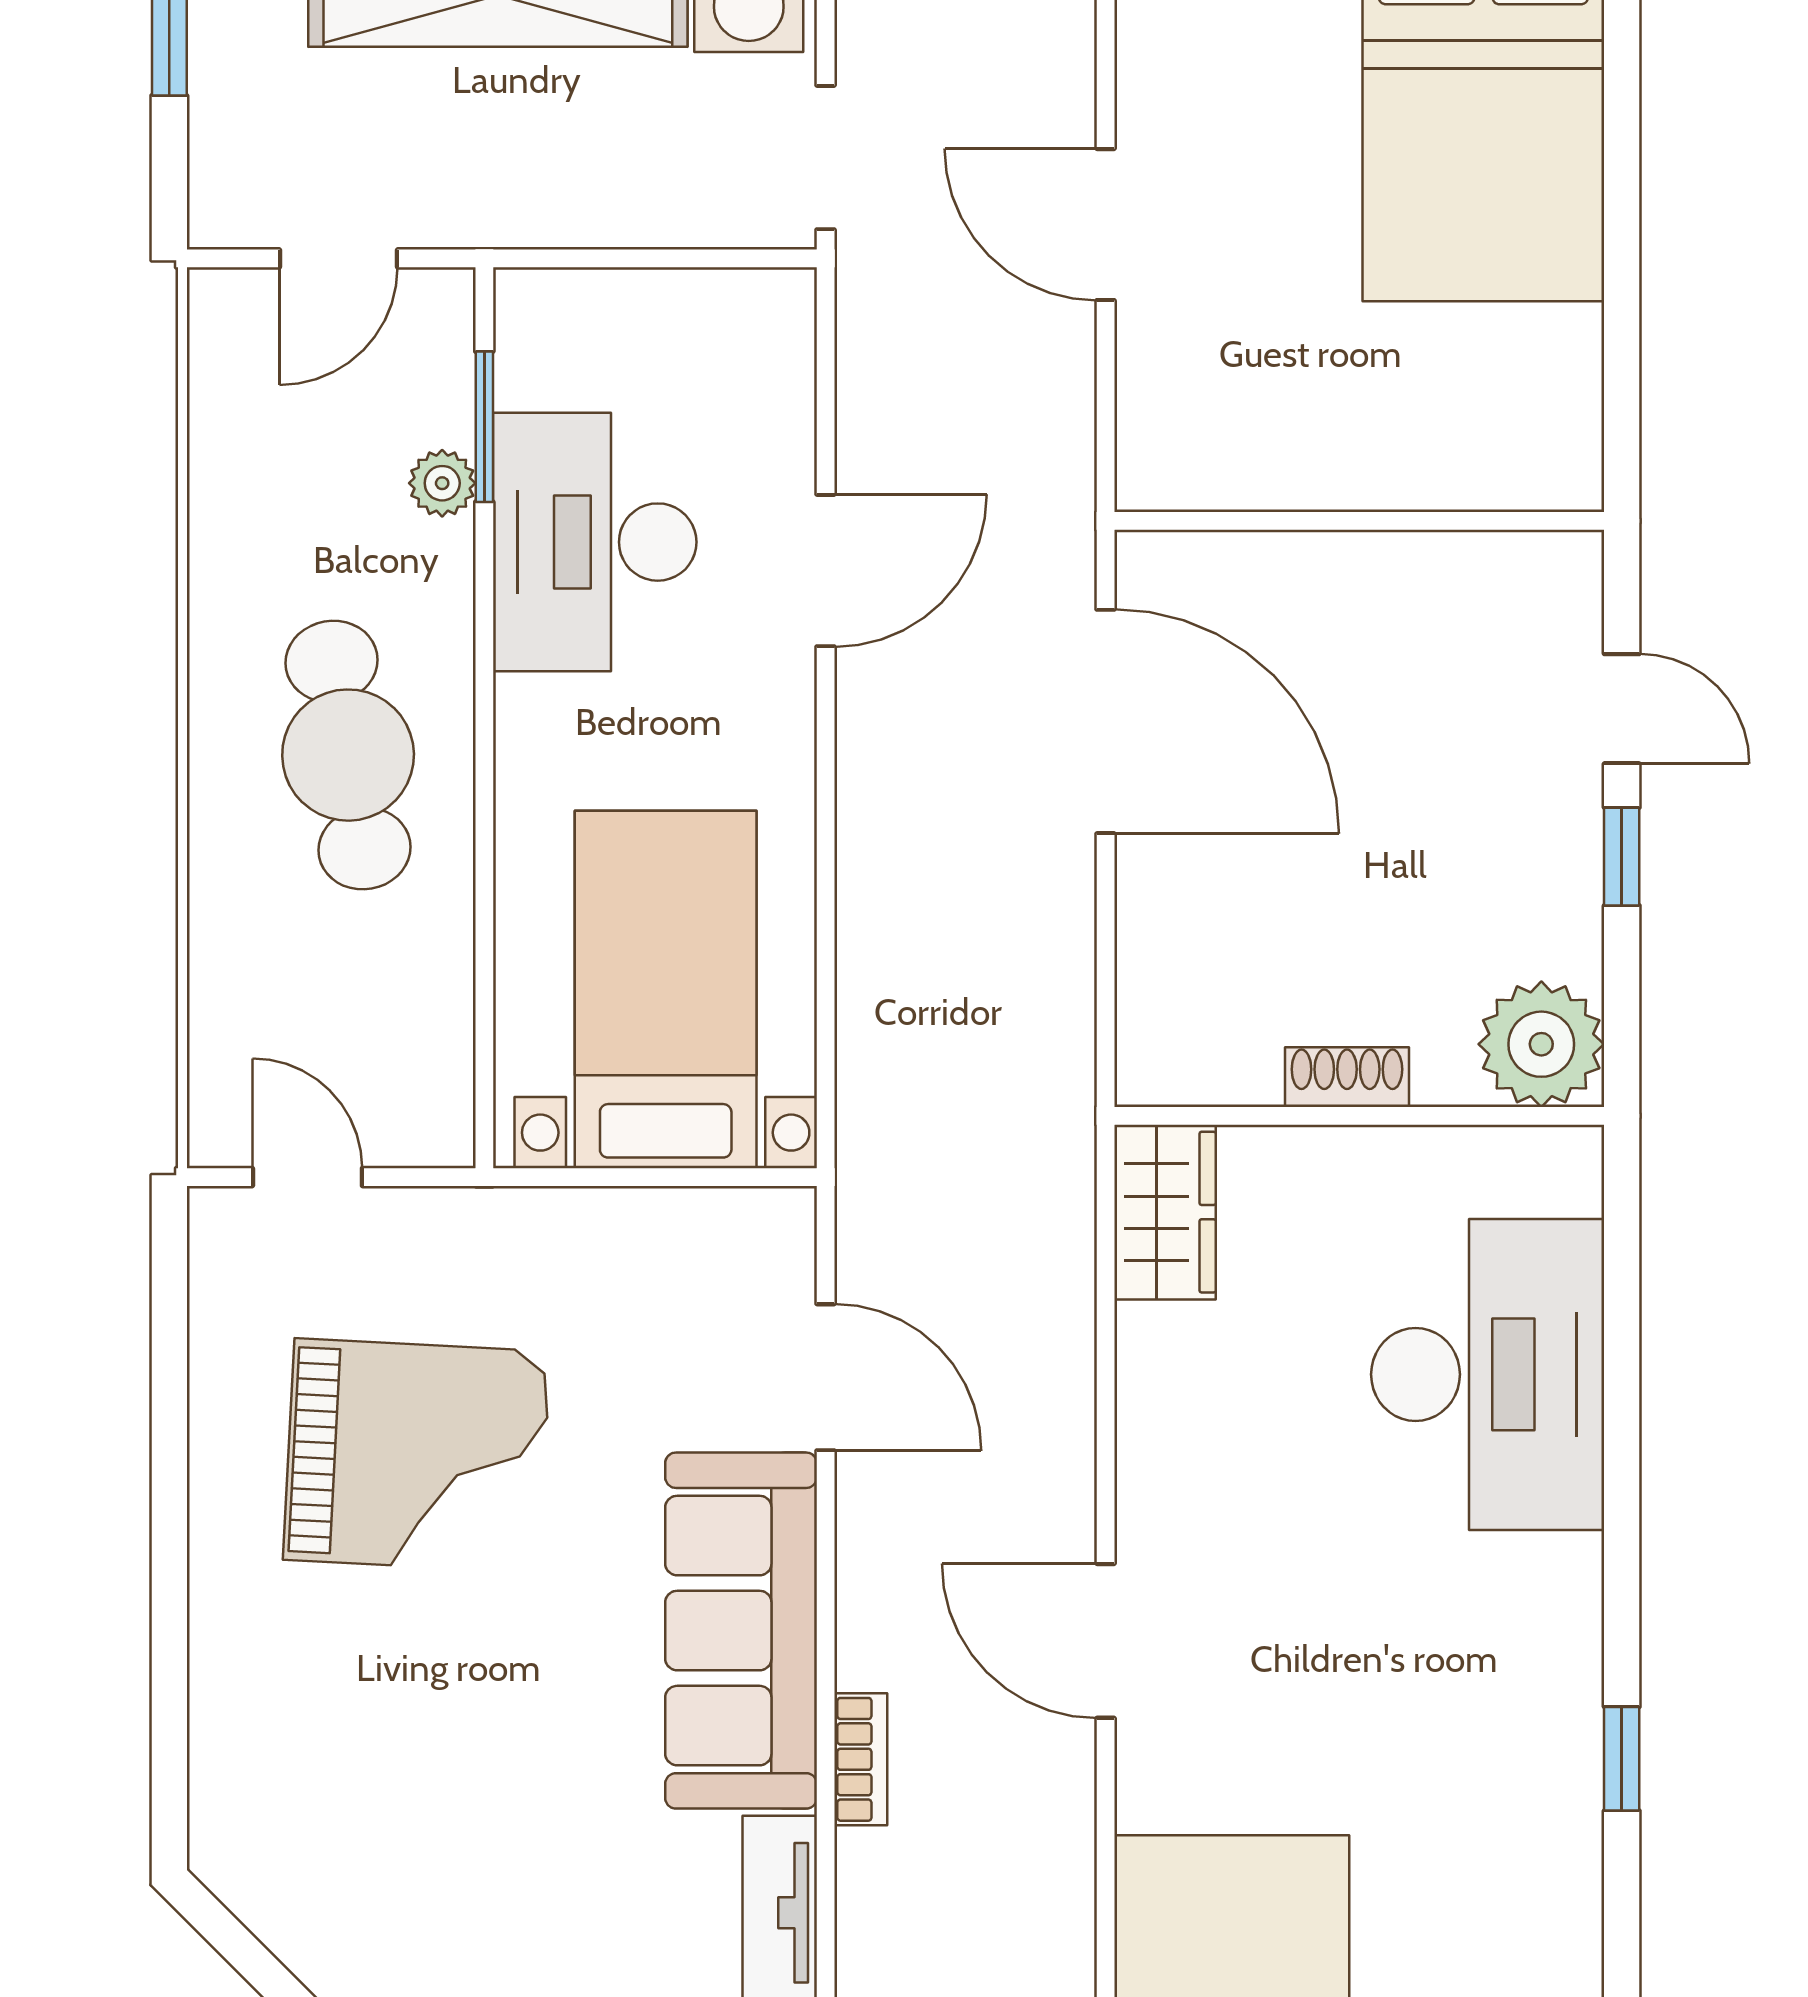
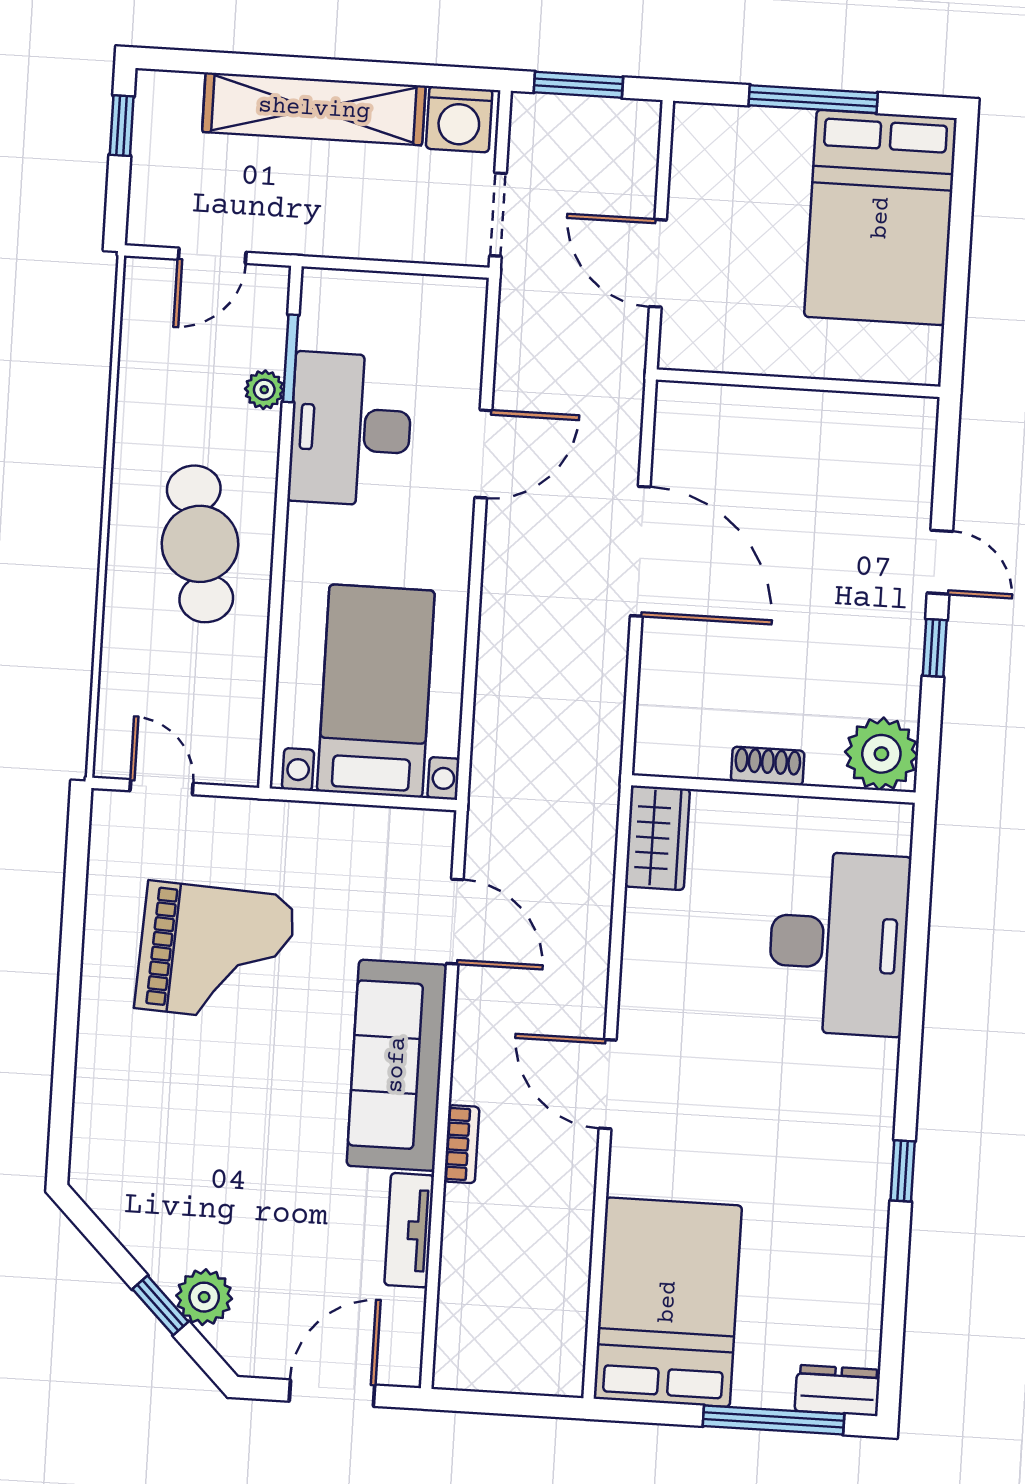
wall: (1359, 521) -> (798, 383), moved

